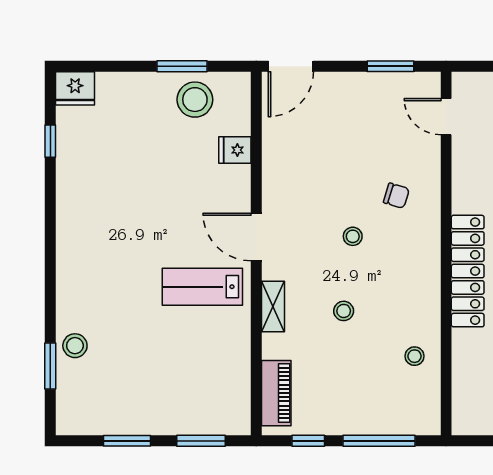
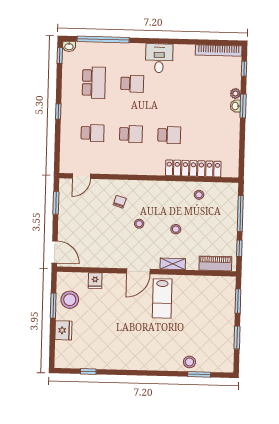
fridge: (75, 88) -> (63, 330), moved
locker: (468, 271) -> (193, 168), moved

